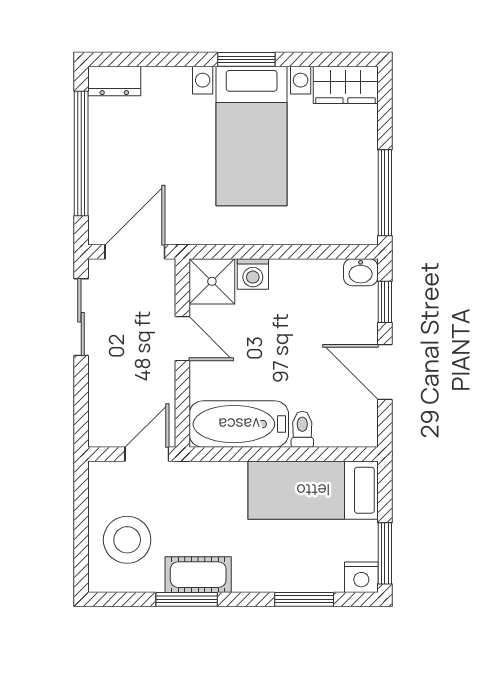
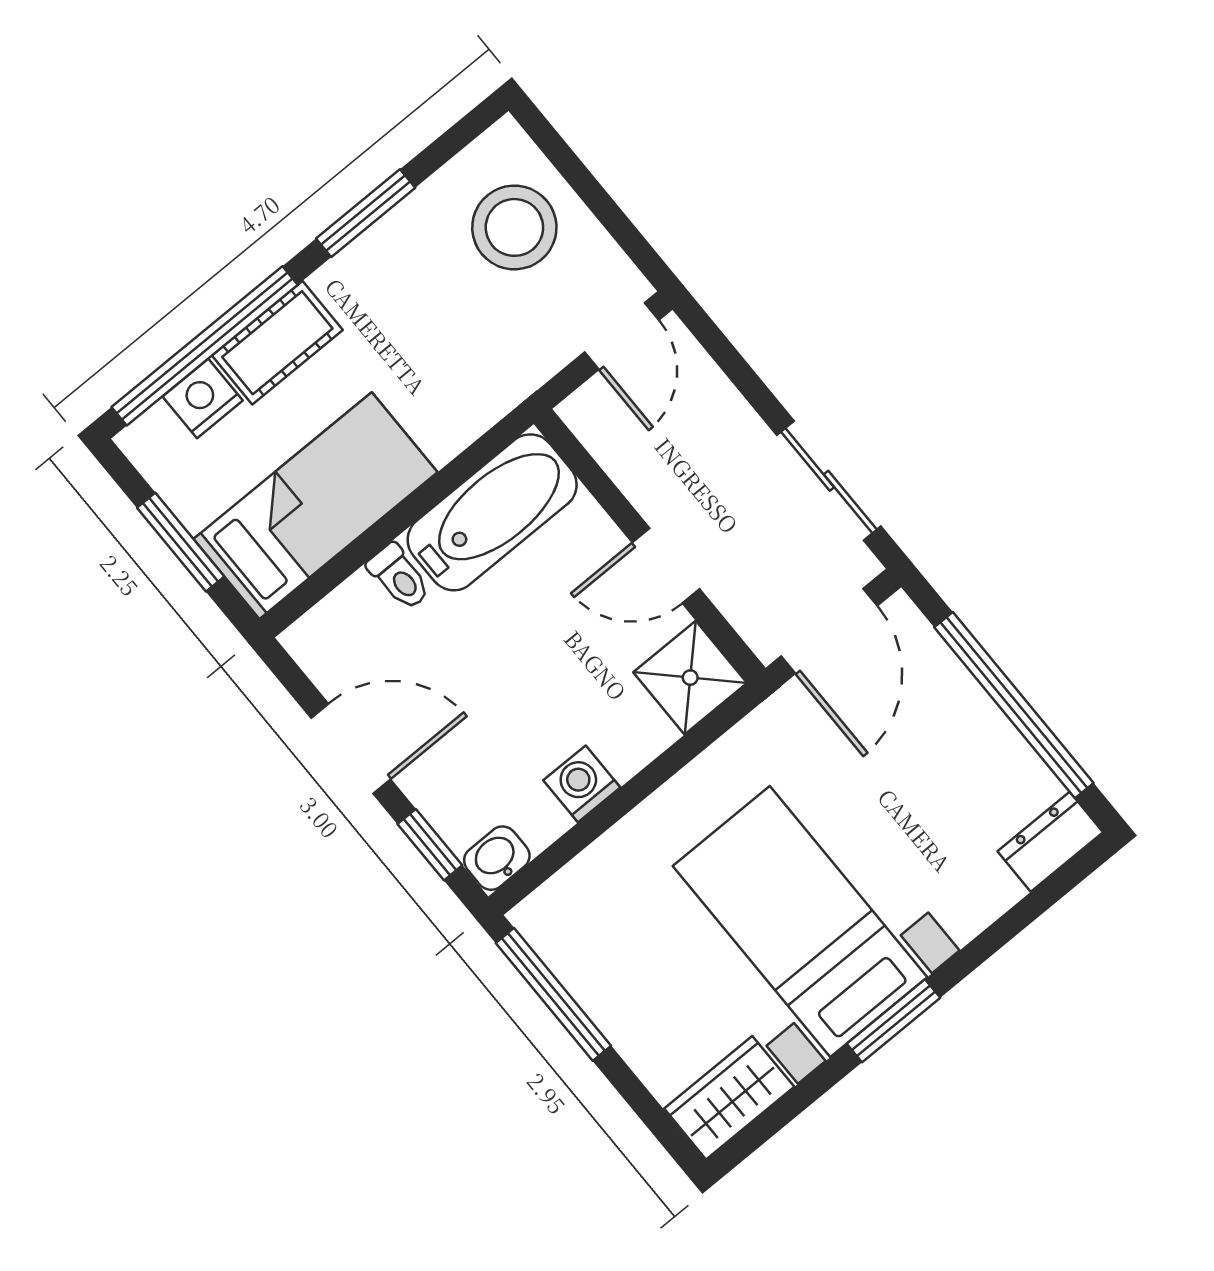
washing machine: (253, 274) -> (582, 784), moved
door: (147, 454) -> (622, 336), moved
window: (385, 553) -> (181, 542), moved
cot: (198, 575) -> (277, 343), moved
nightstand: (361, 577) -> (203, 398), moved
window: (304, 599) -> (205, 346), width x2.11

